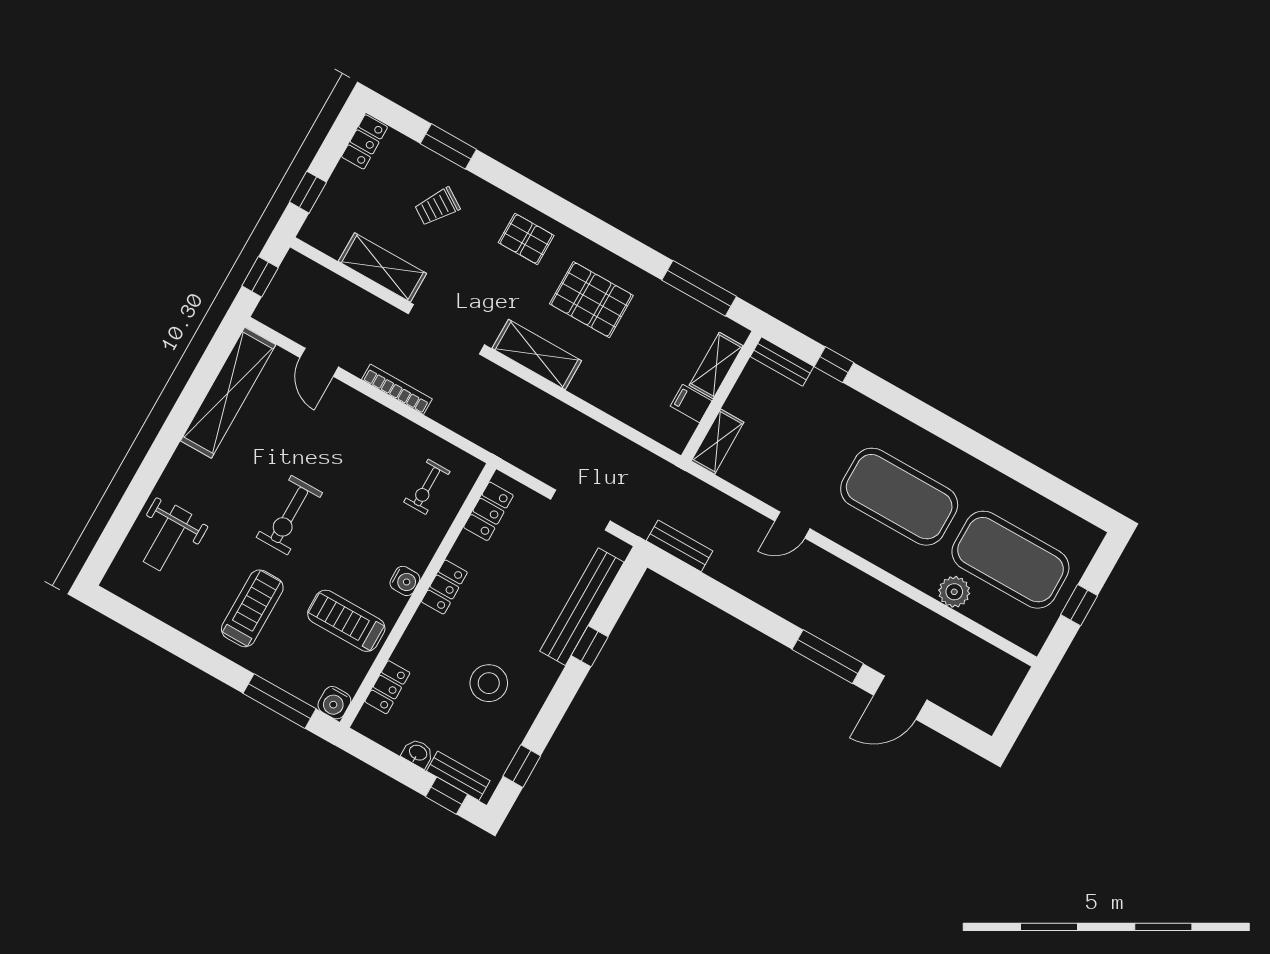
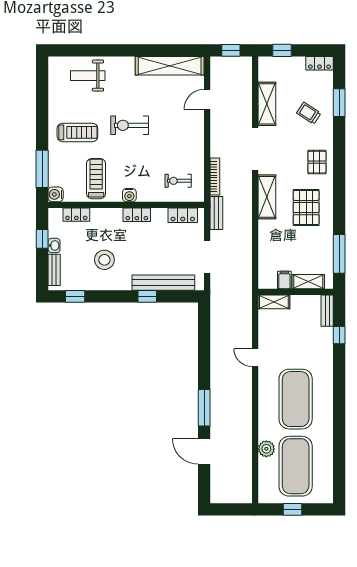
bookcase: (397, 389) -> (215, 177), moved
bench: (680, 546) -> (216, 213), moved
window: (446, 796) -> (42, 239), moved

